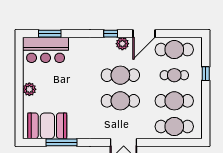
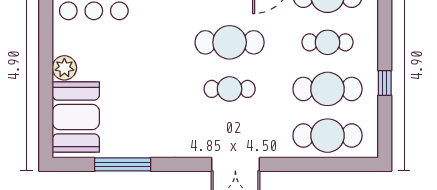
window: (206, 74) -> (385, 83), moved
cafe table: (120, 101) -> (230, 89), width x0.73, depth x0.74
booth: (47, 126) -> (76, 117), moved, turned 90

